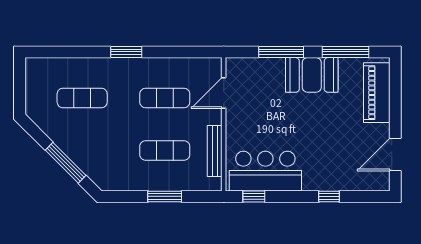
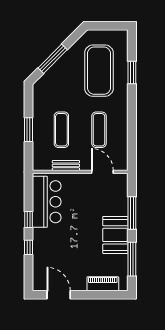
window: (126, 52) -> (132, 72), moved
piano: (377, 93) -> (103, 284), width x0.73, depth x0.75
exercise mat: (82, 98) -> (99, 71), width x2.00, depth x1.45
bench: (215, 151) -> (66, 165), width x0.73
window: (254, 196) -> (28, 219), moved

